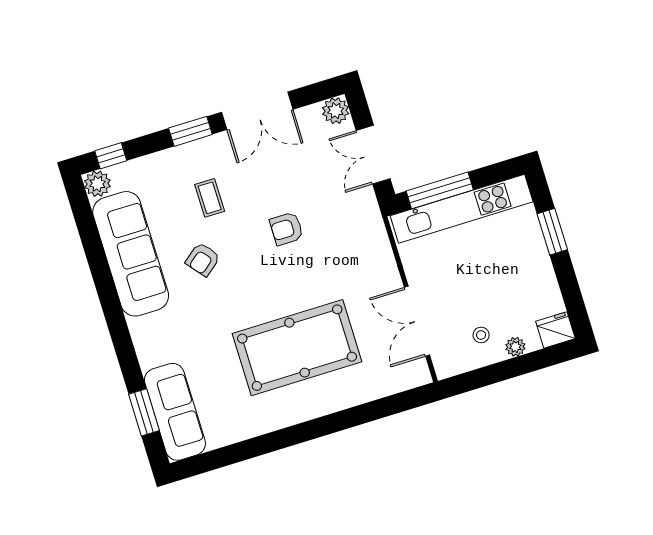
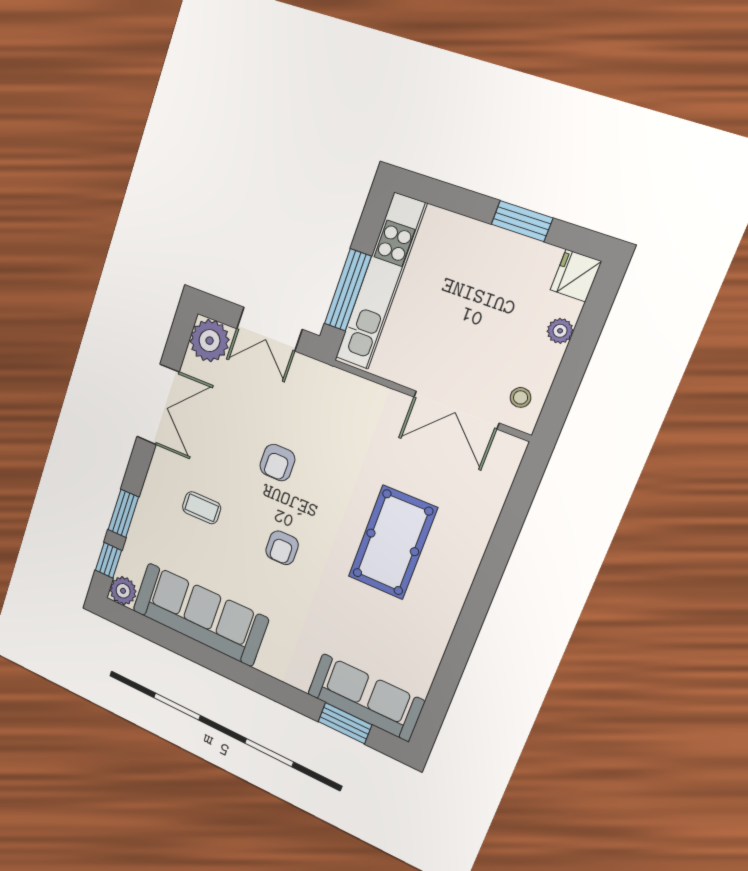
plant: (336, 111) -> (210, 341), width x1.36, depth x1.36
window: (190, 131) -> (123, 513), moved
window: (552, 232) -> (522, 221), moved
armchair: (203, 259) -> (282, 548), moved, turned 39
stool: (481, 335) -> (521, 397), moved
pool table: (297, 348) -> (393, 542), width x0.73, depth x0.76

